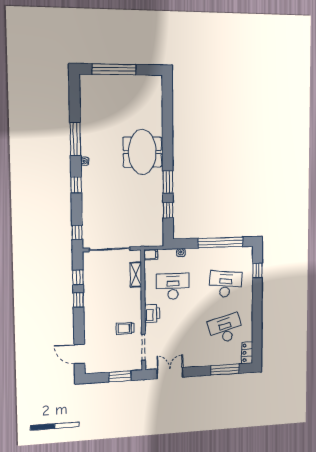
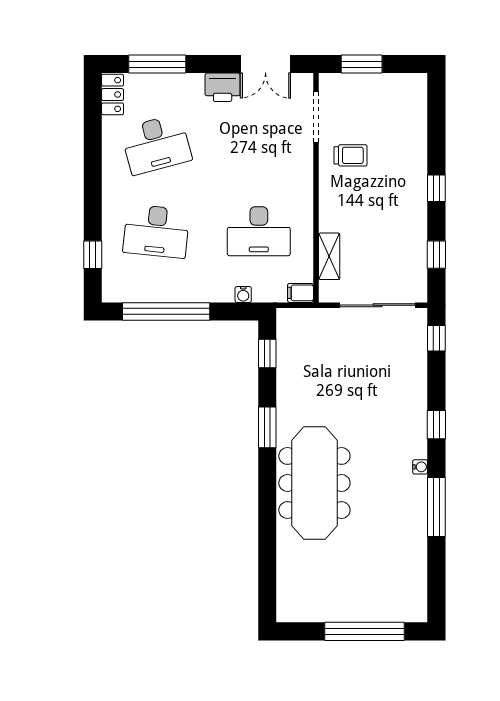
meeting table: (142, 152) -> (314, 483), width x1.36
window: (168, 210) -> (267, 354), moved
window: (78, 300) -> (436, 188), moved
printer: (152, 313) -> (223, 87), moved, turned -90
door: (79, 354) -> (436, 112), removed

